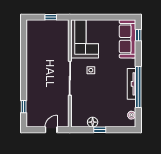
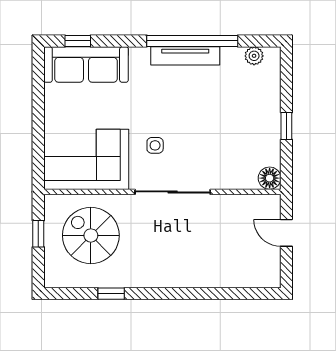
spiral stairs: (50, 41) -> (91, 235), added
window: (24, 107) -> (111, 294), moved
floor lamp: (93, 122) -> (270, 178), moved

